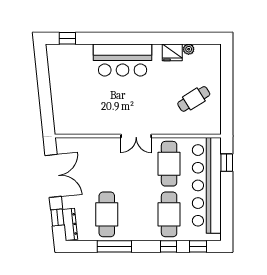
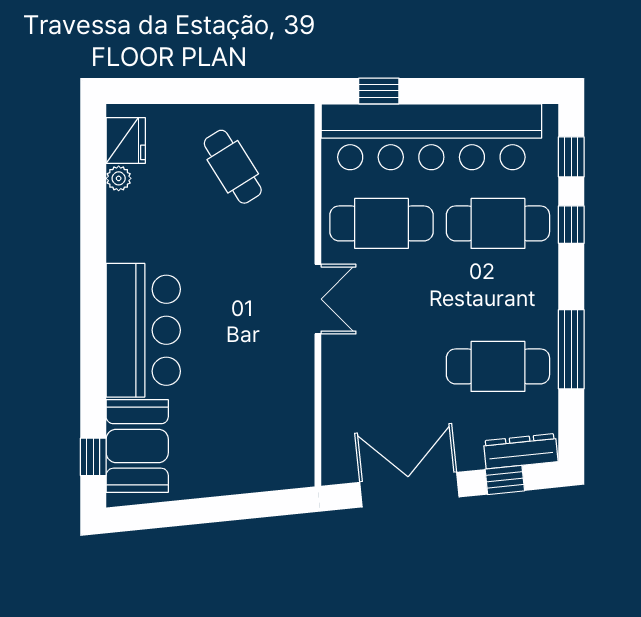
fridge: (172, 52) -> (126, 141), moved
booth: (72, 57) -> (137, 446), added

